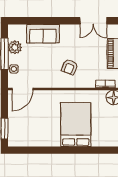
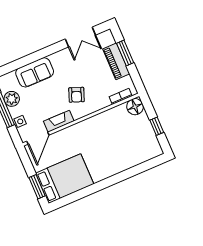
fireplace: (46, 82) -> (59, 121), added
bed: (76, 125) -> (65, 179), moved, turned 90

